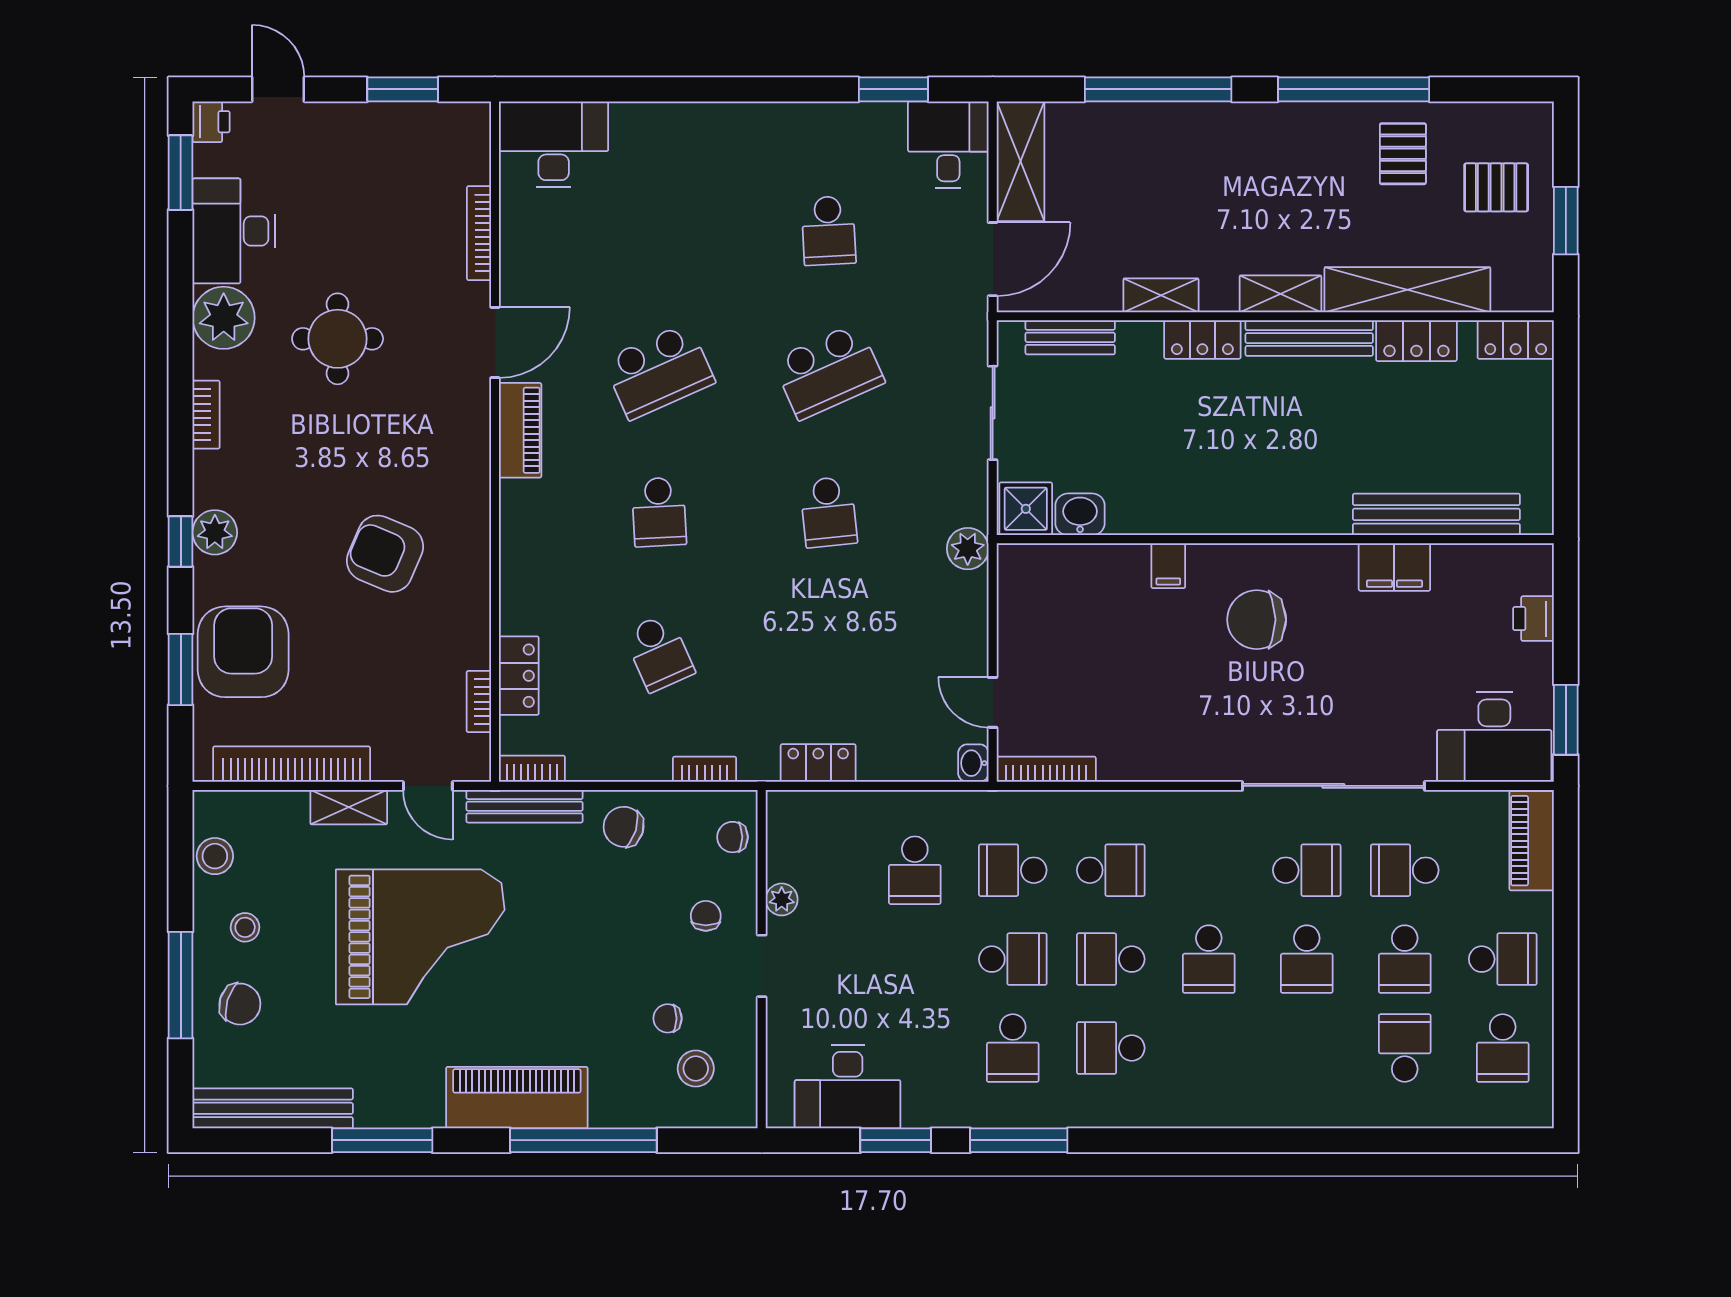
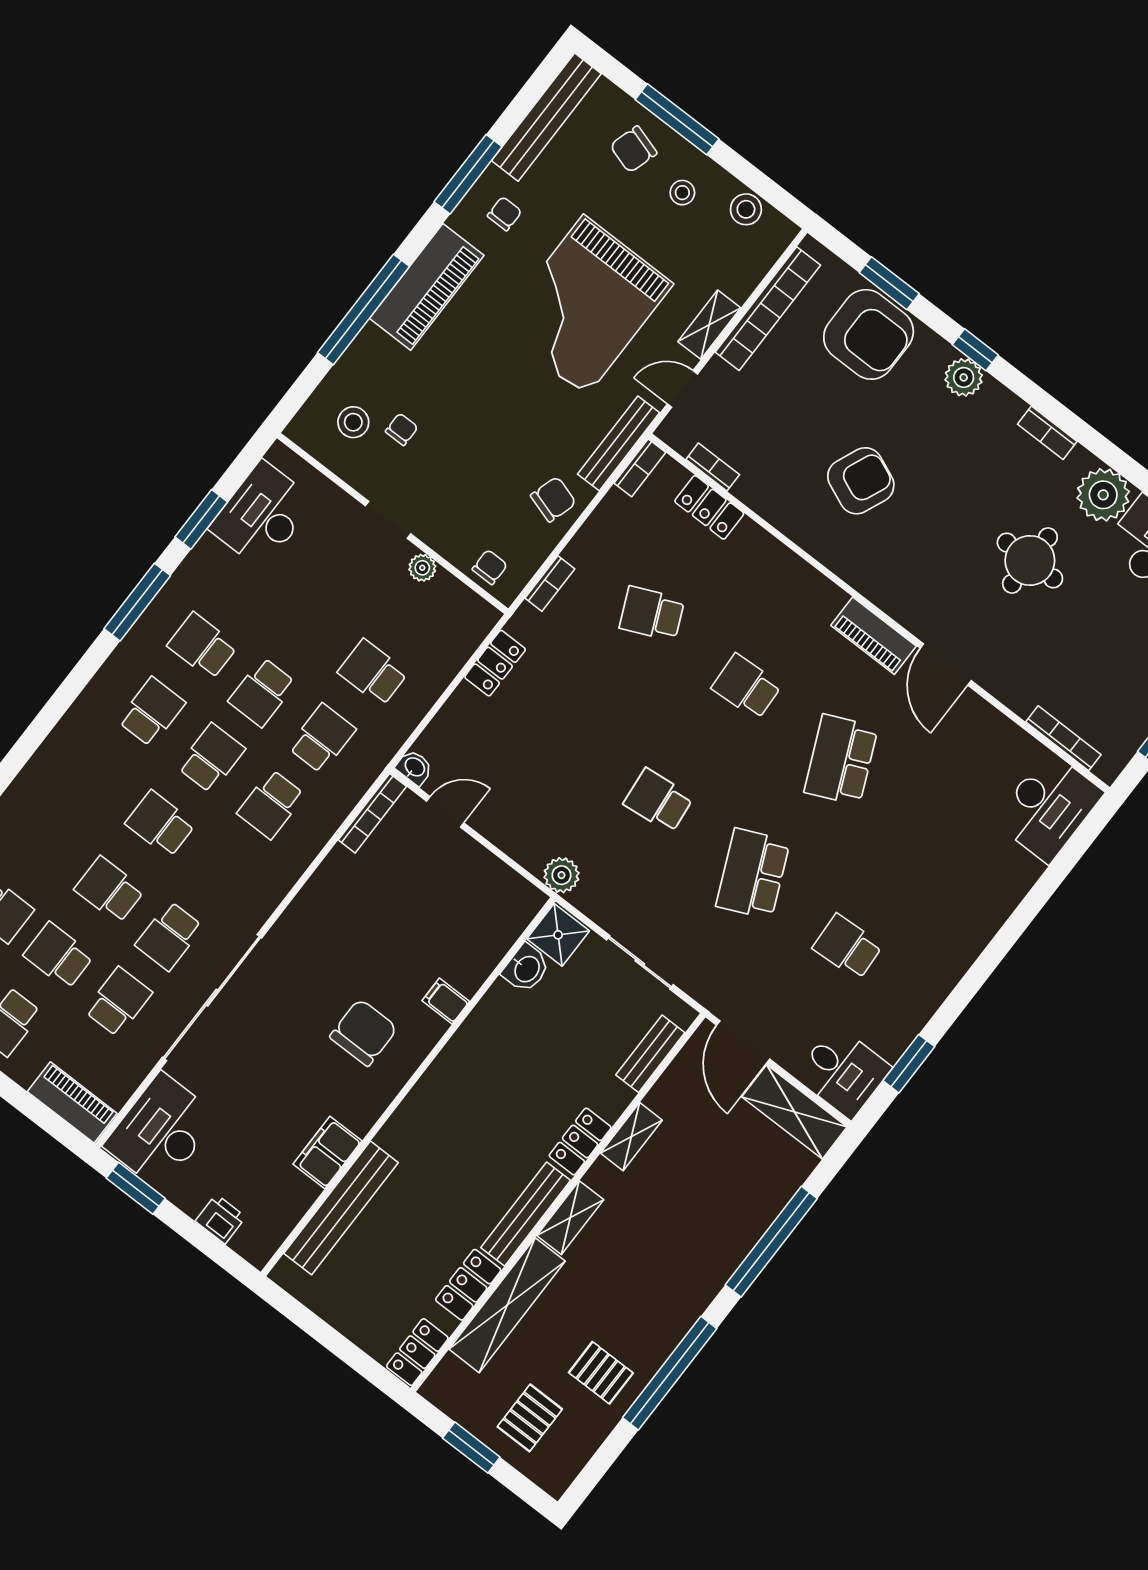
bookcase: (479, 233) -> (1063, 738), moved
chair: (706, 916) -> (505, 214), moved, turned -90

